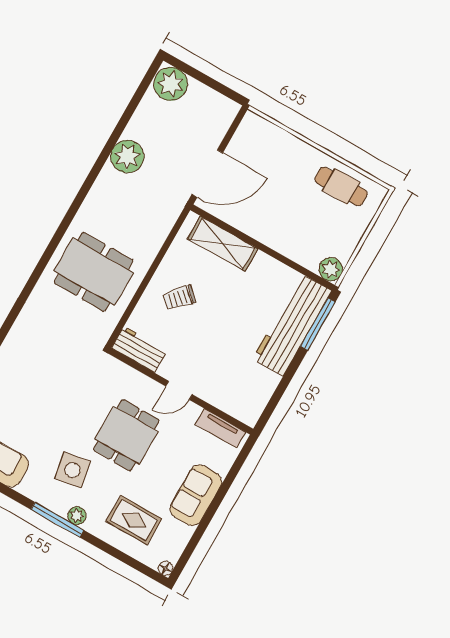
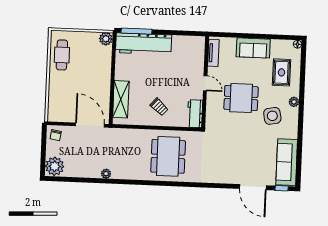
chair: (219, 111) -> (56, 135), added
plant: (127, 156) -> (106, 174), width x0.53, depth x0.53
window: (57, 520) -> (301, 111), removed

